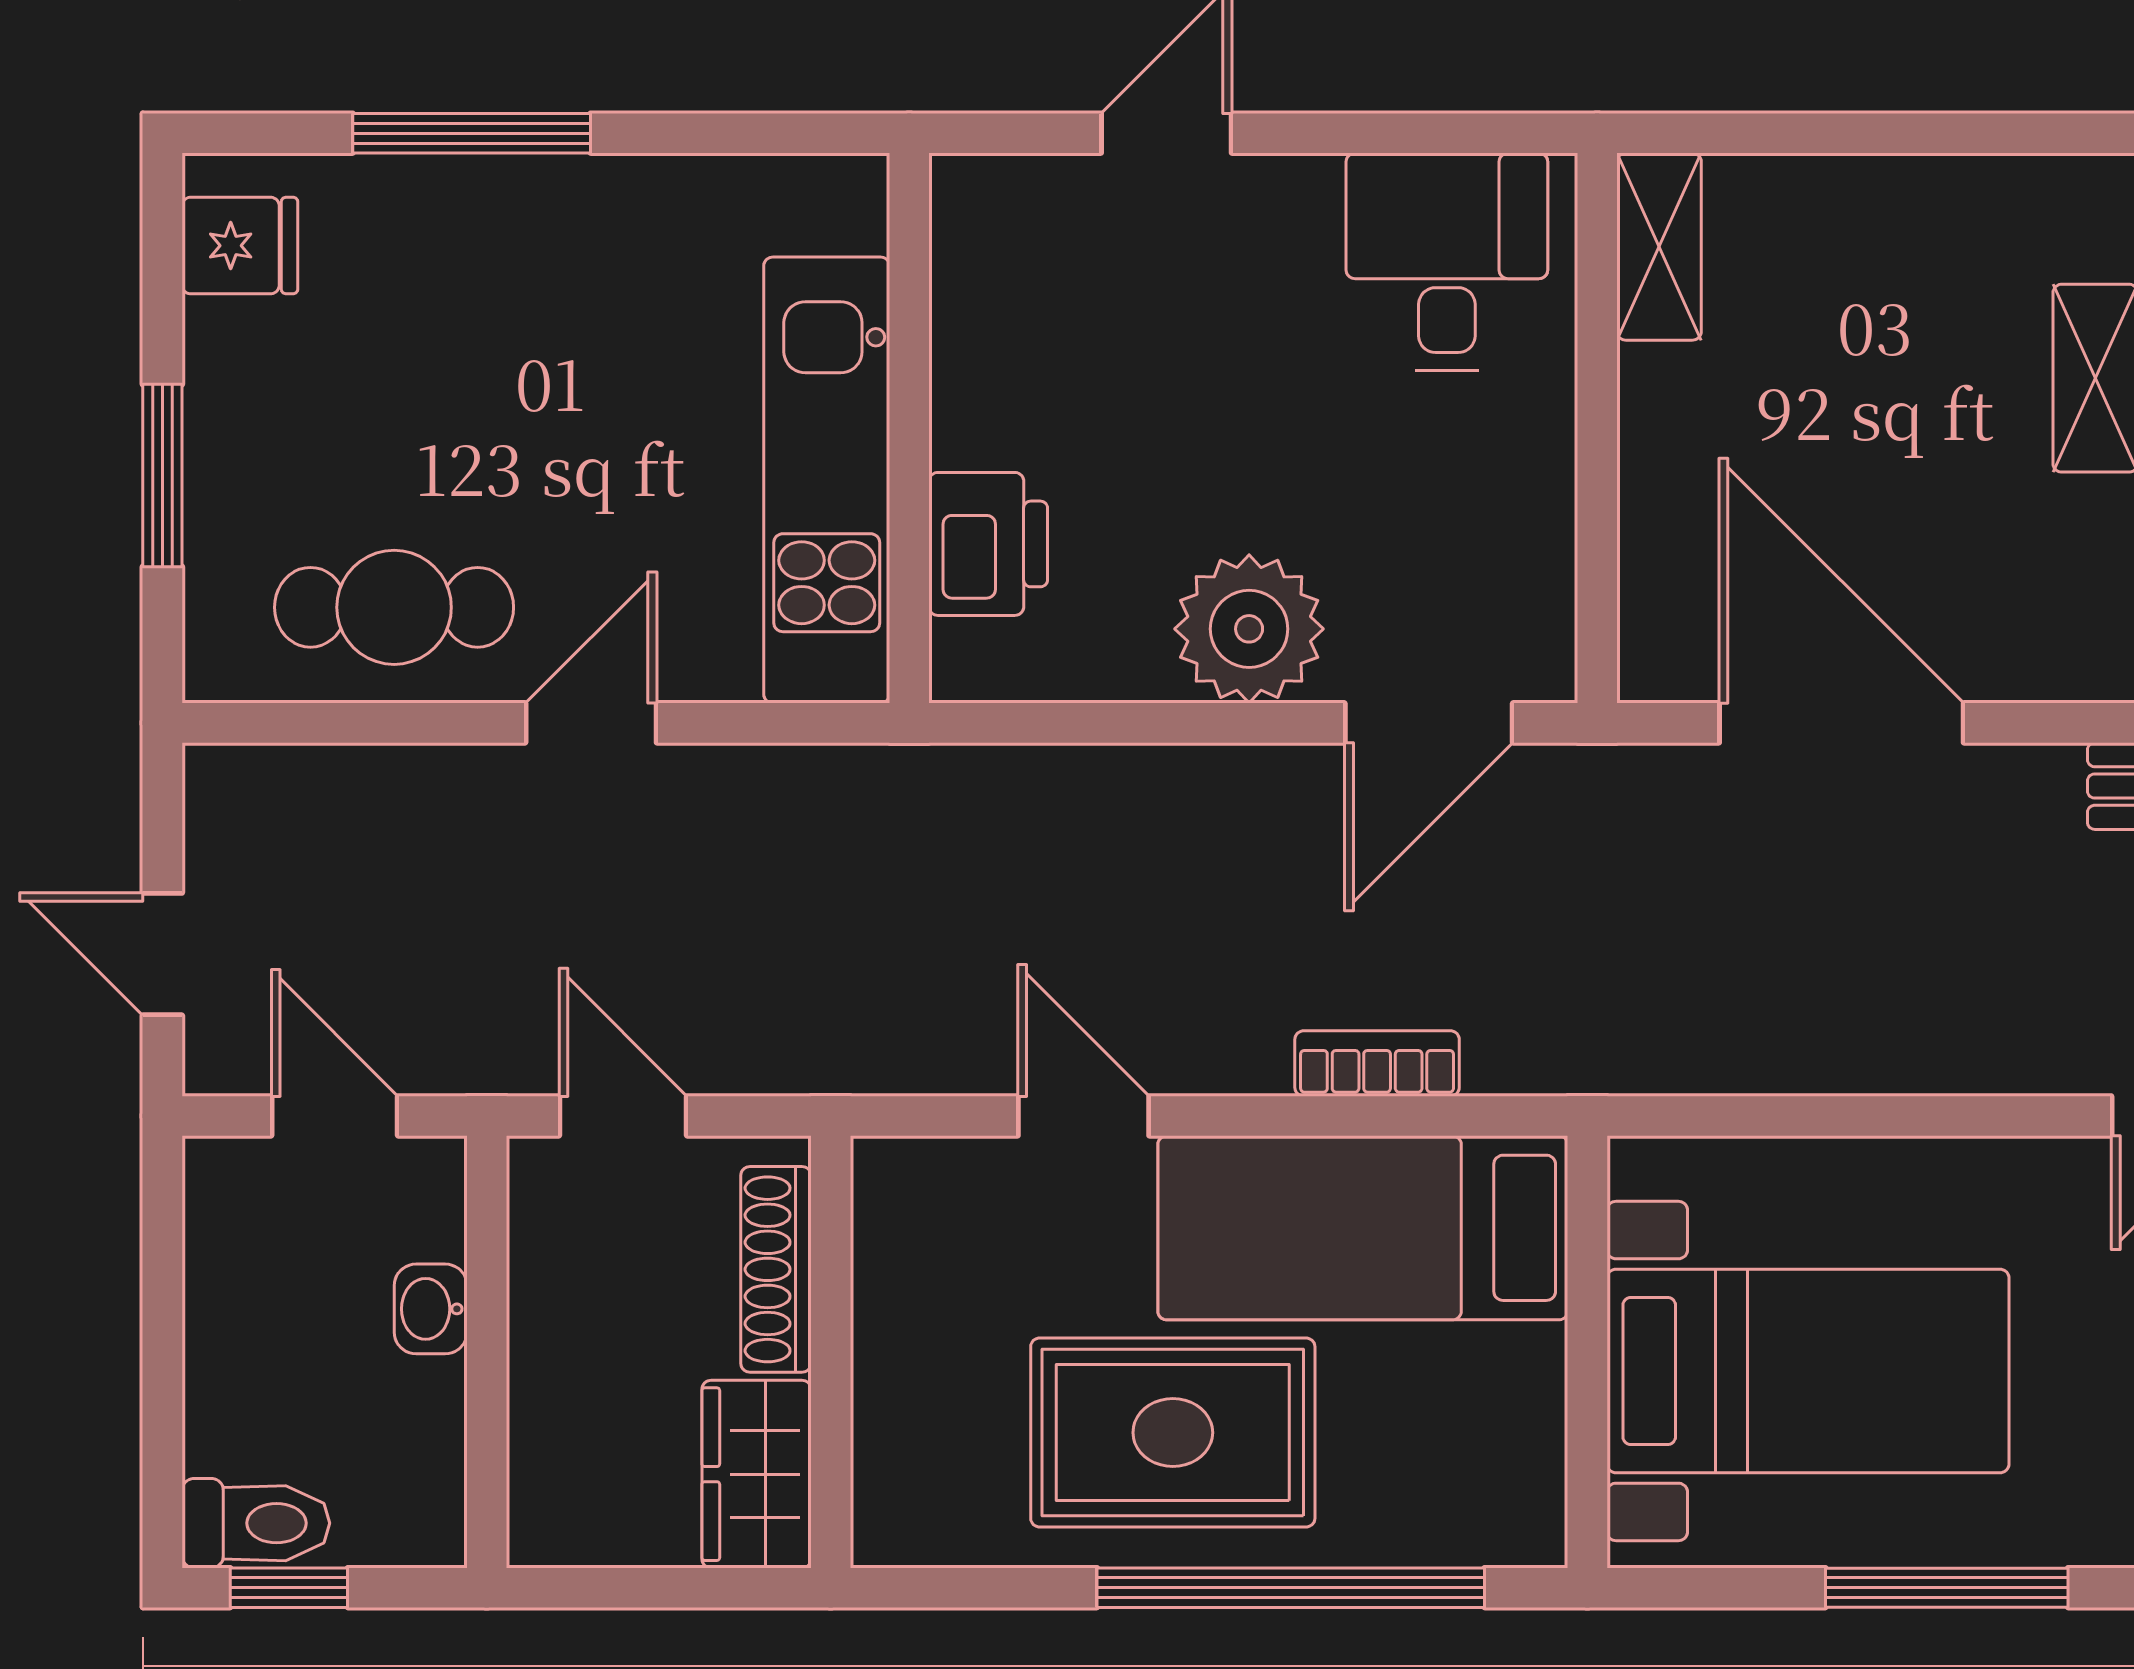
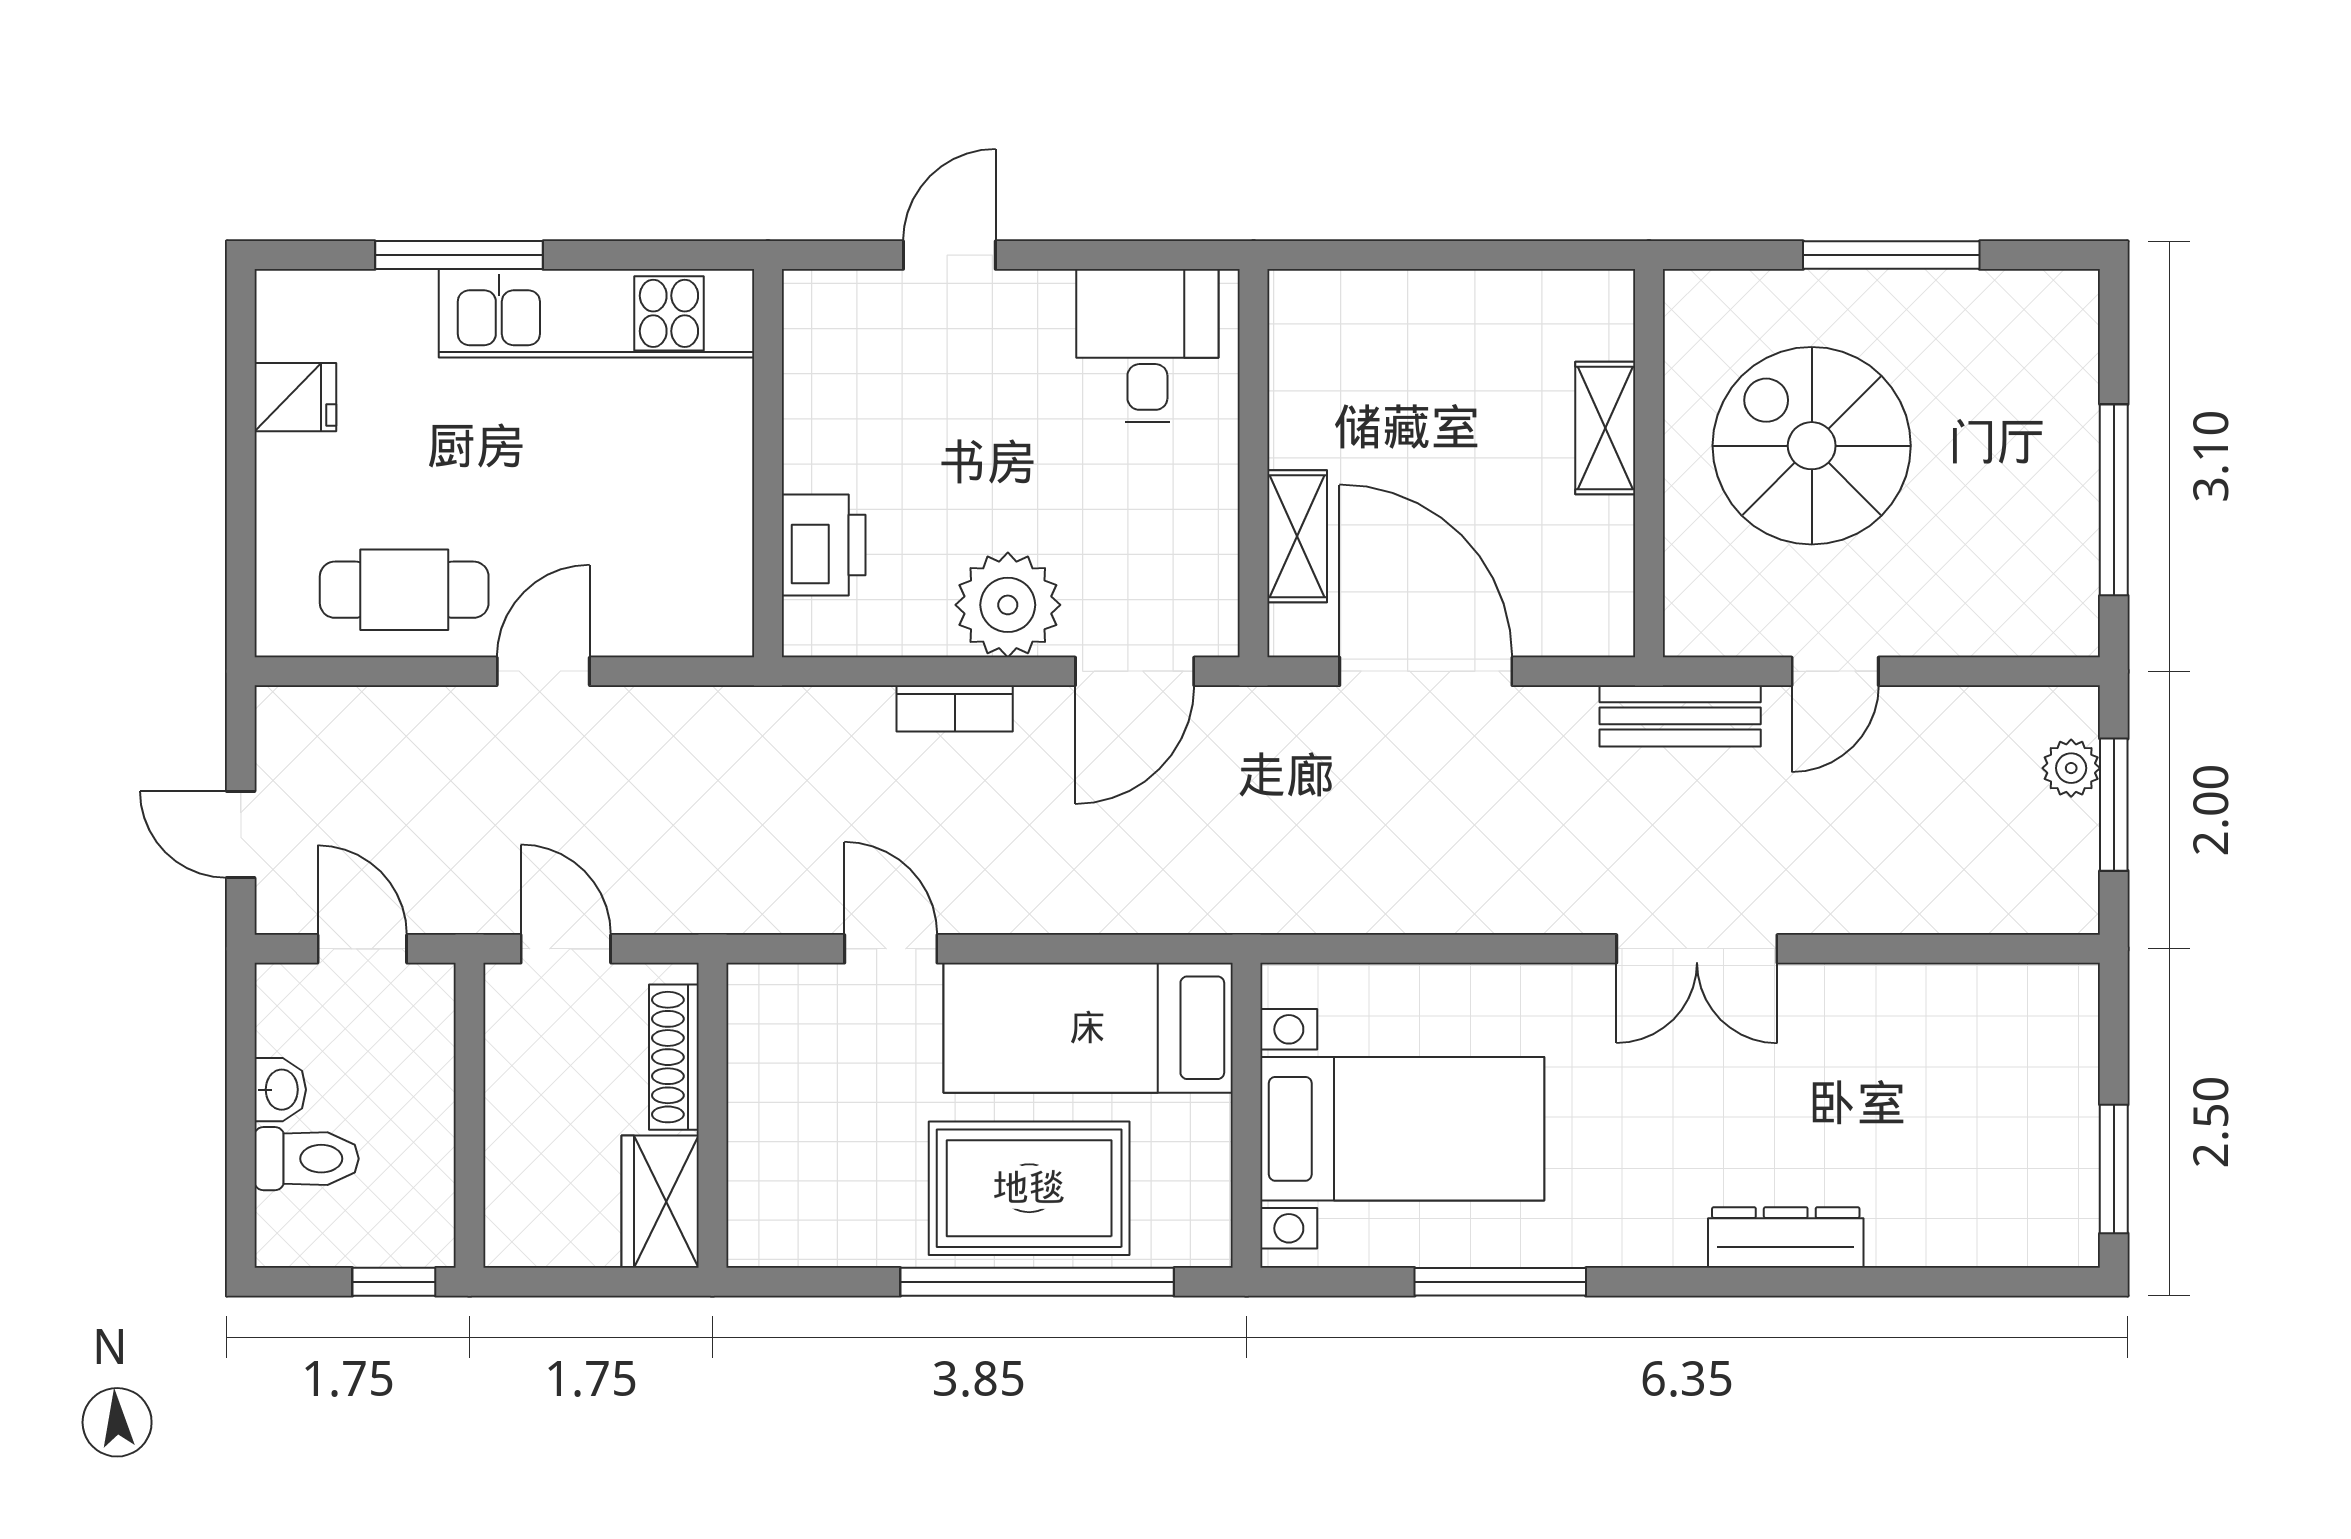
fridge: (240, 246) -> (295, 397), moved
shelving: (1659, 247) -> (1297, 536), moved
window: (162, 475) -> (241, 497), removed
kitchen unit: (827, 480) -> (597, 313), moved, turned -90
bookcase: (1377, 1063) -> (955, 708), moved, turned 180
washbasin: (431, 1309) -> (280, 1090), moved, turned 180
rug: (1173, 1433) -> (1029, 1188), moved
toilet: (256, 1523) -> (307, 1159), moved
window: (289, 1588) -> (394, 1282), moved

